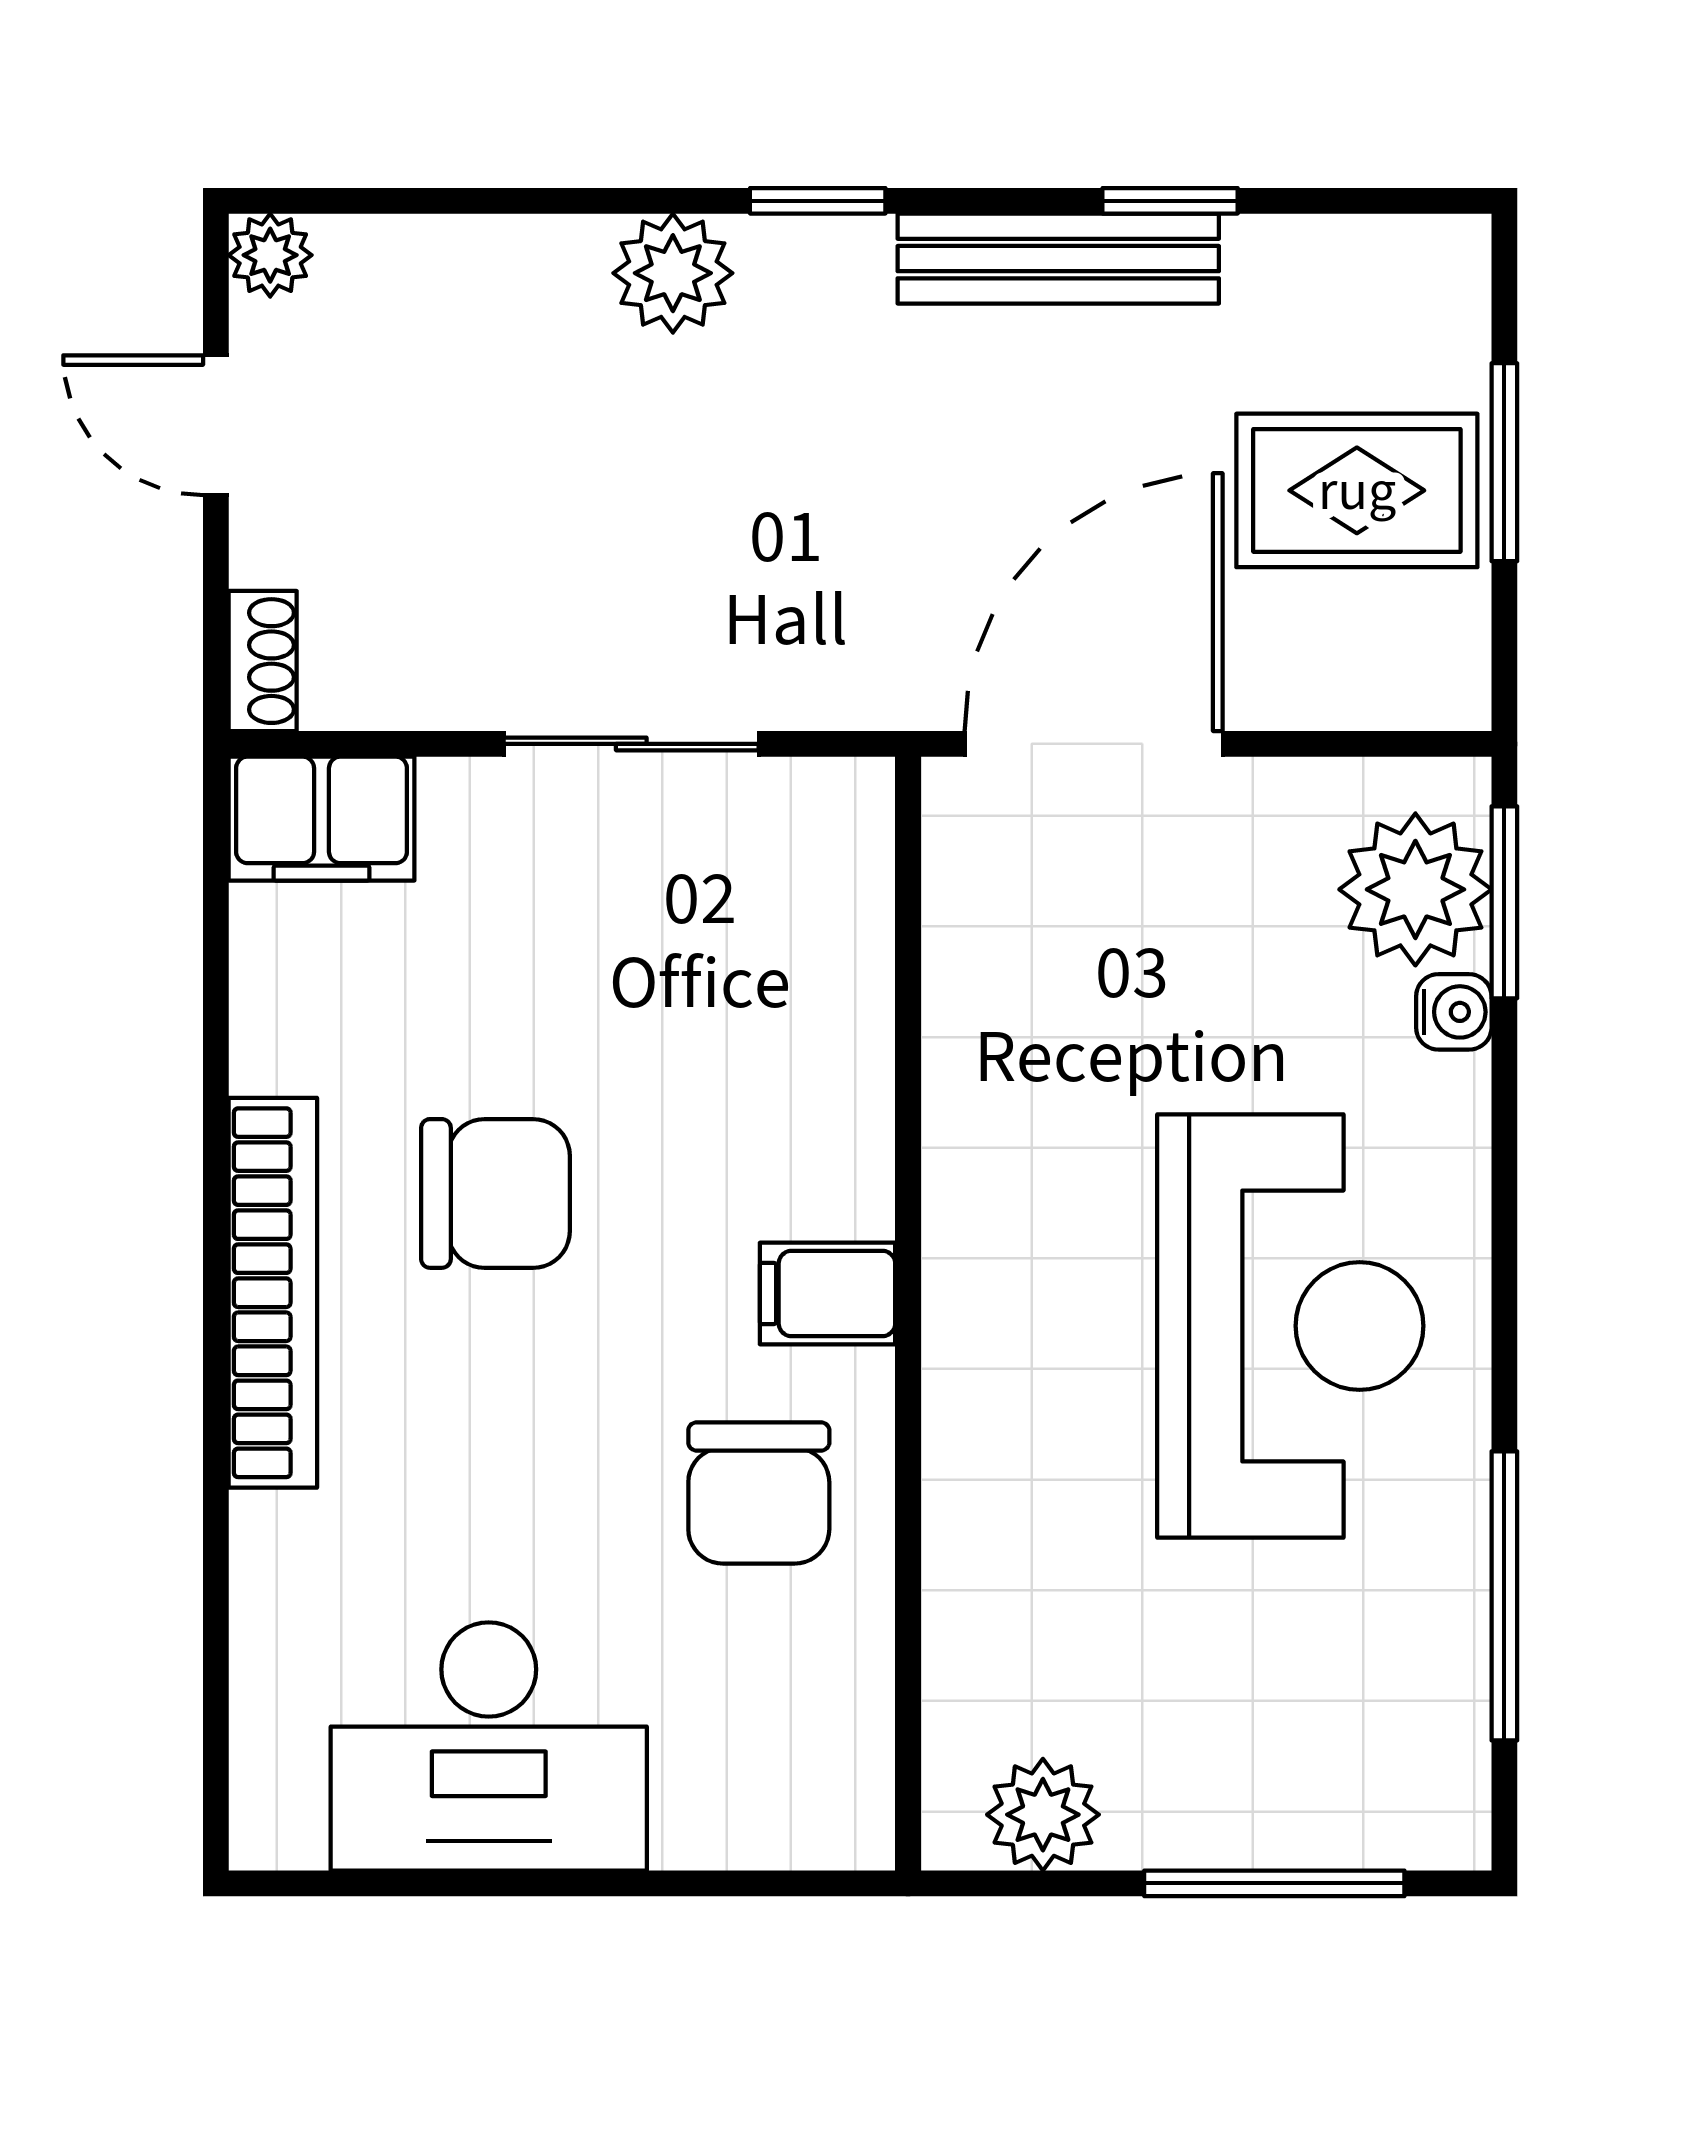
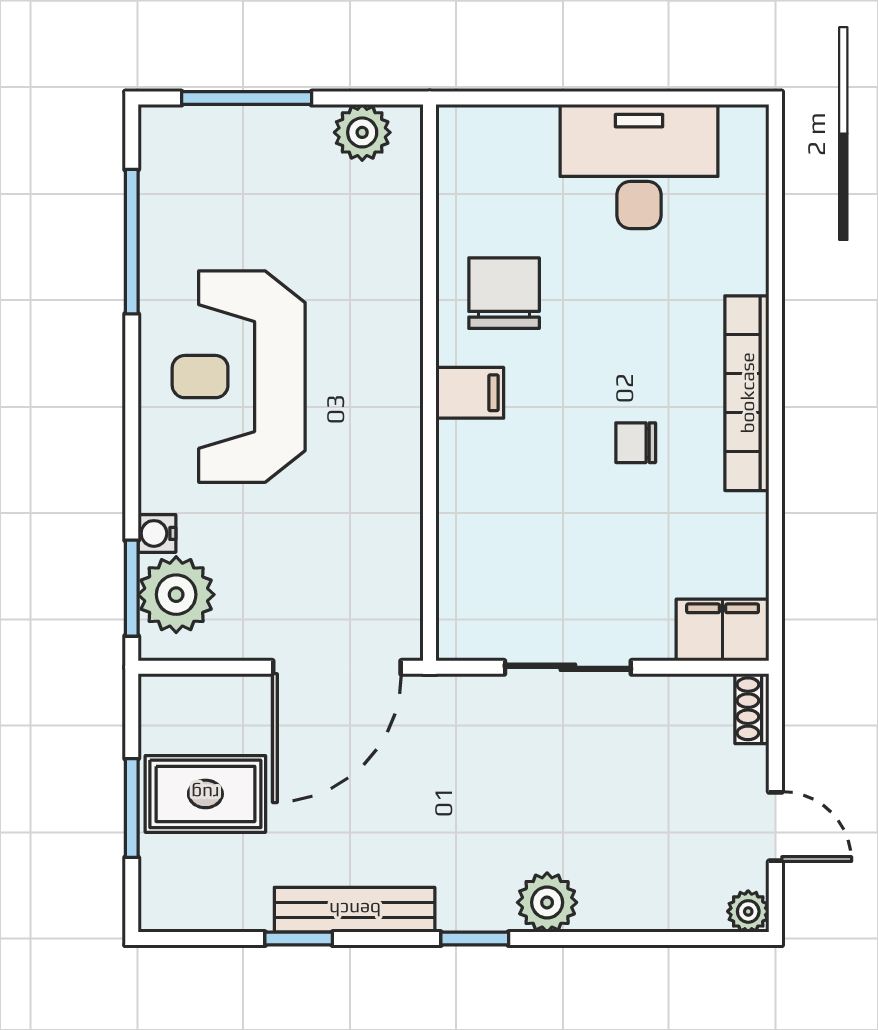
chair: (495, 1193) -> (636, 443), width x0.54, depth x0.54

